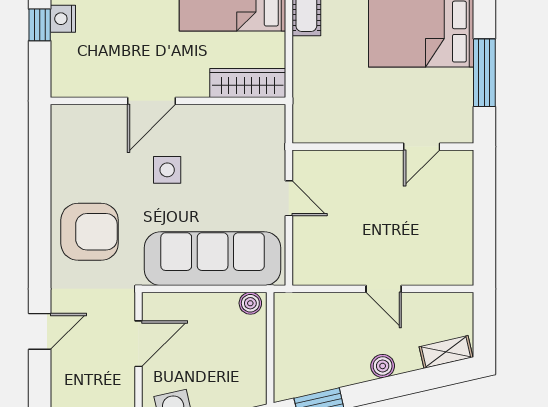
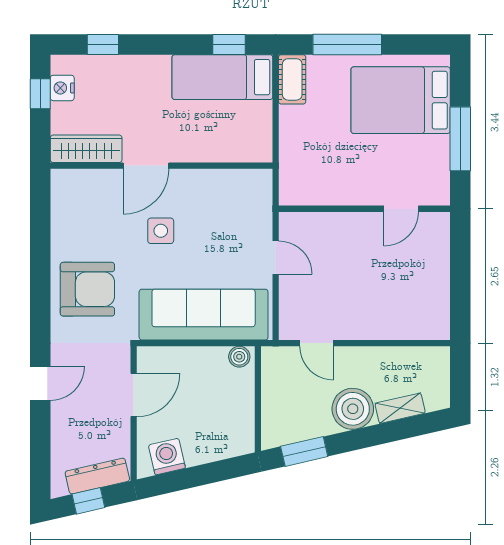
wardrobe: (248, 83) -> (86, 149), moved
door: (384, 289) -> (317, 343), moved
shelving: (446, 352) -> (400, 408), moved
boiler: (383, 366) -> (353, 409), width x1.86, depth x1.86

